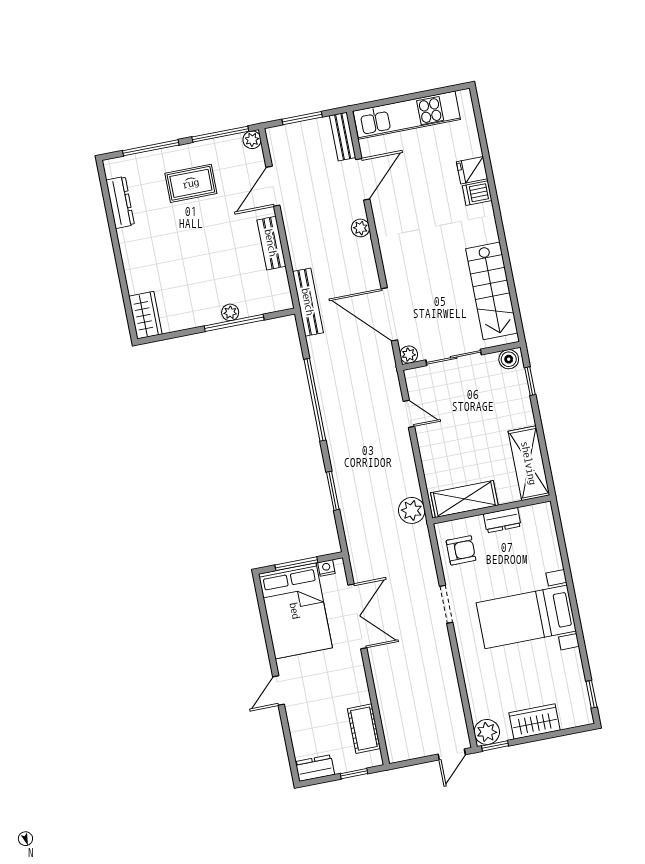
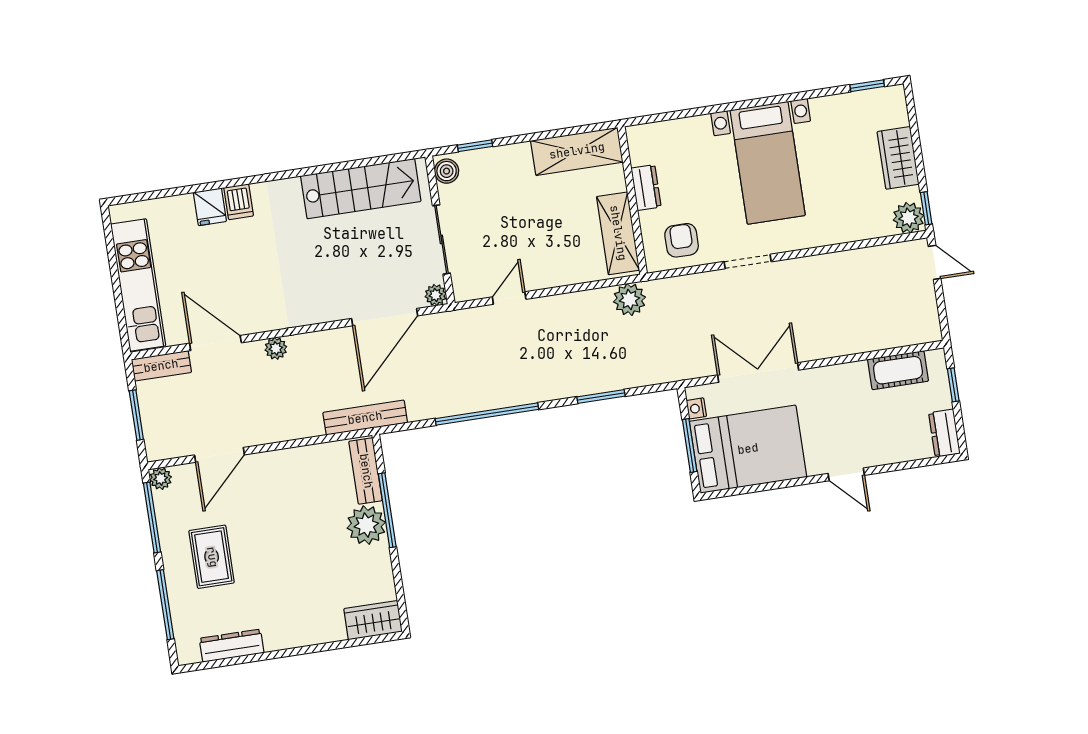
door: (273, 186) -> (219, 455), hinge flipped
bench: (271, 243) -> (366, 471), moved, turned 90
plant: (230, 312) -> (366, 525), width x1.87, depth x1.87

